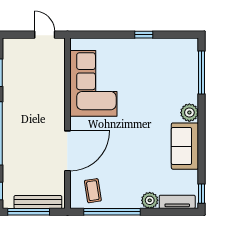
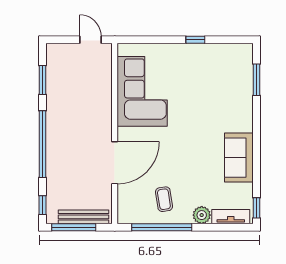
window: (202, 72) -> (257, 80), width x0.69
plant: (189, 113) -> (244, 122), removed
coffee table: (93, 191) -> (164, 199), moved

